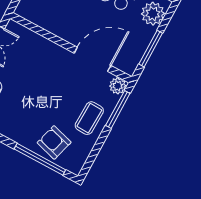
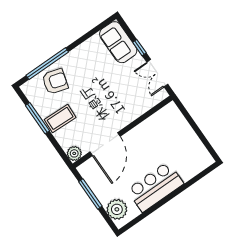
window: (118, 109) -> (37, 118), moved
coffee table: (89, 118) -> (60, 118), turned 90

